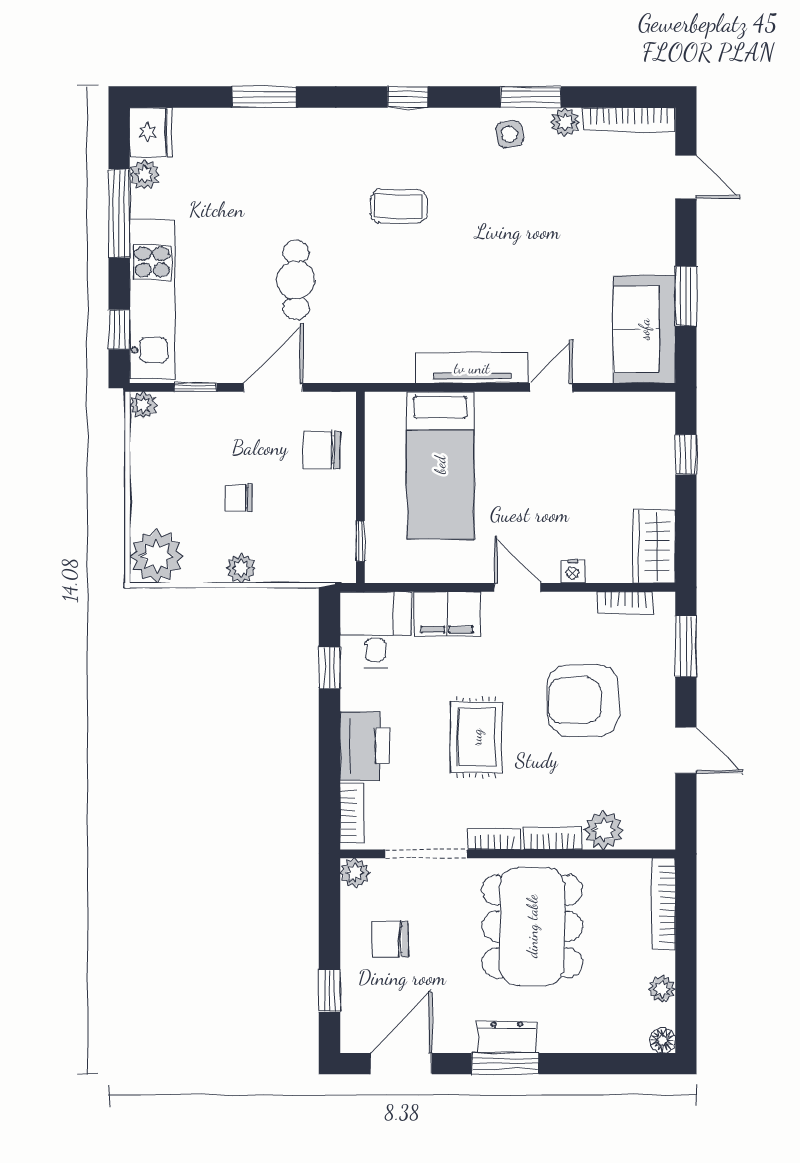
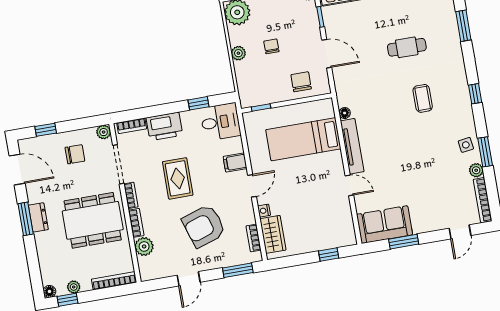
cafe table: (296, 280) -> (407, 47), moved
floor lamp: (401, 372) -> (345, 113), added
wardrobe: (654, 546) -> (273, 234), moved, turned 90
filing cabinet: (447, 614) -> (235, 163), width x0.50
armchair: (583, 700) -> (204, 226), turned -108
rug: (476, 737) -> (178, 178), turned 90
chair: (390, 939) -> (75, 154), turned 90
window: (686, 1006) -> (67, 300), added

